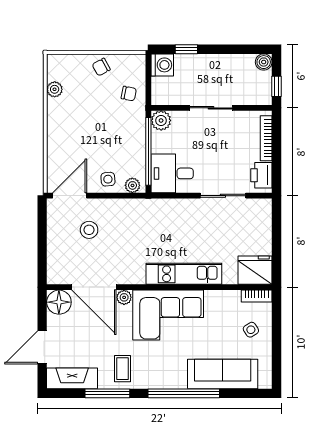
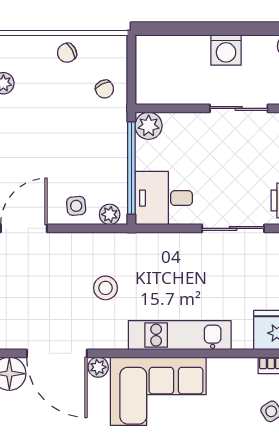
window: (186, 49) -> (183, 29), removed
washing machine: (162, 65) -> (226, 50), moved, turned 90
chair: (129, 94) -> (105, 89), turned 53
sliding door: (211, 108) -> (239, 108), moved
stool: (89, 230) -> (106, 288), moved

